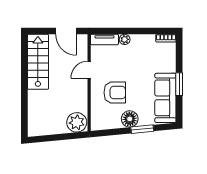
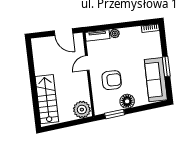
stairs: (38, 62) -> (47, 99), moved
window: (142, 129) -> (115, 114), moved

